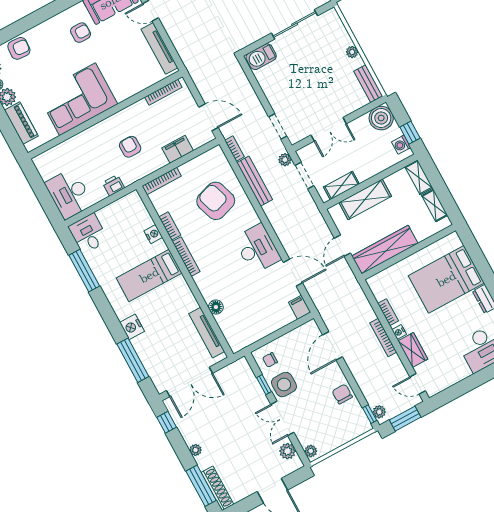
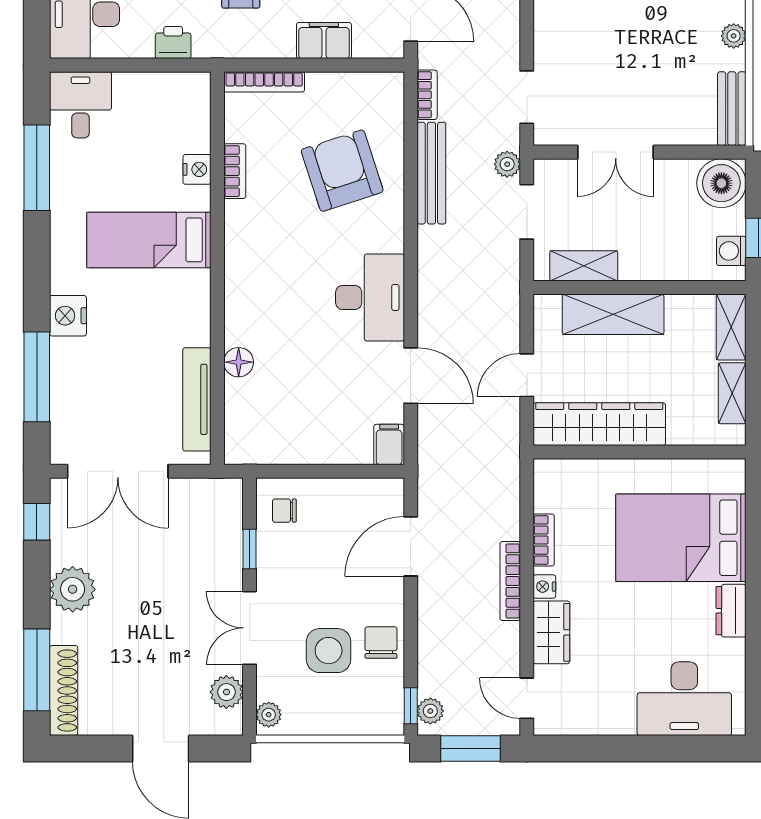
bookcase: (186, 257) -> (234, 242), removed
side table: (284, 385) -> (329, 651), moved
plant: (196, 450) -> (73, 589), width x1.88, depth x1.88

